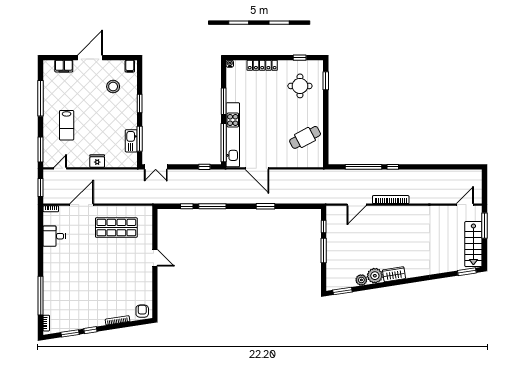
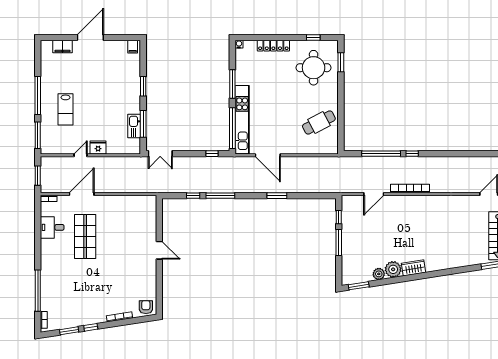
round table: (300, 86) -> (314, 68), width x1.36, depth x1.36
stool: (113, 87) -> (115, 68), removed
window: (41, 98) -> (38, 95), moved
door: (60, 168) -> (81, 155), moved
shop shelf: (116, 228) -> (85, 236), moved, turned 90

